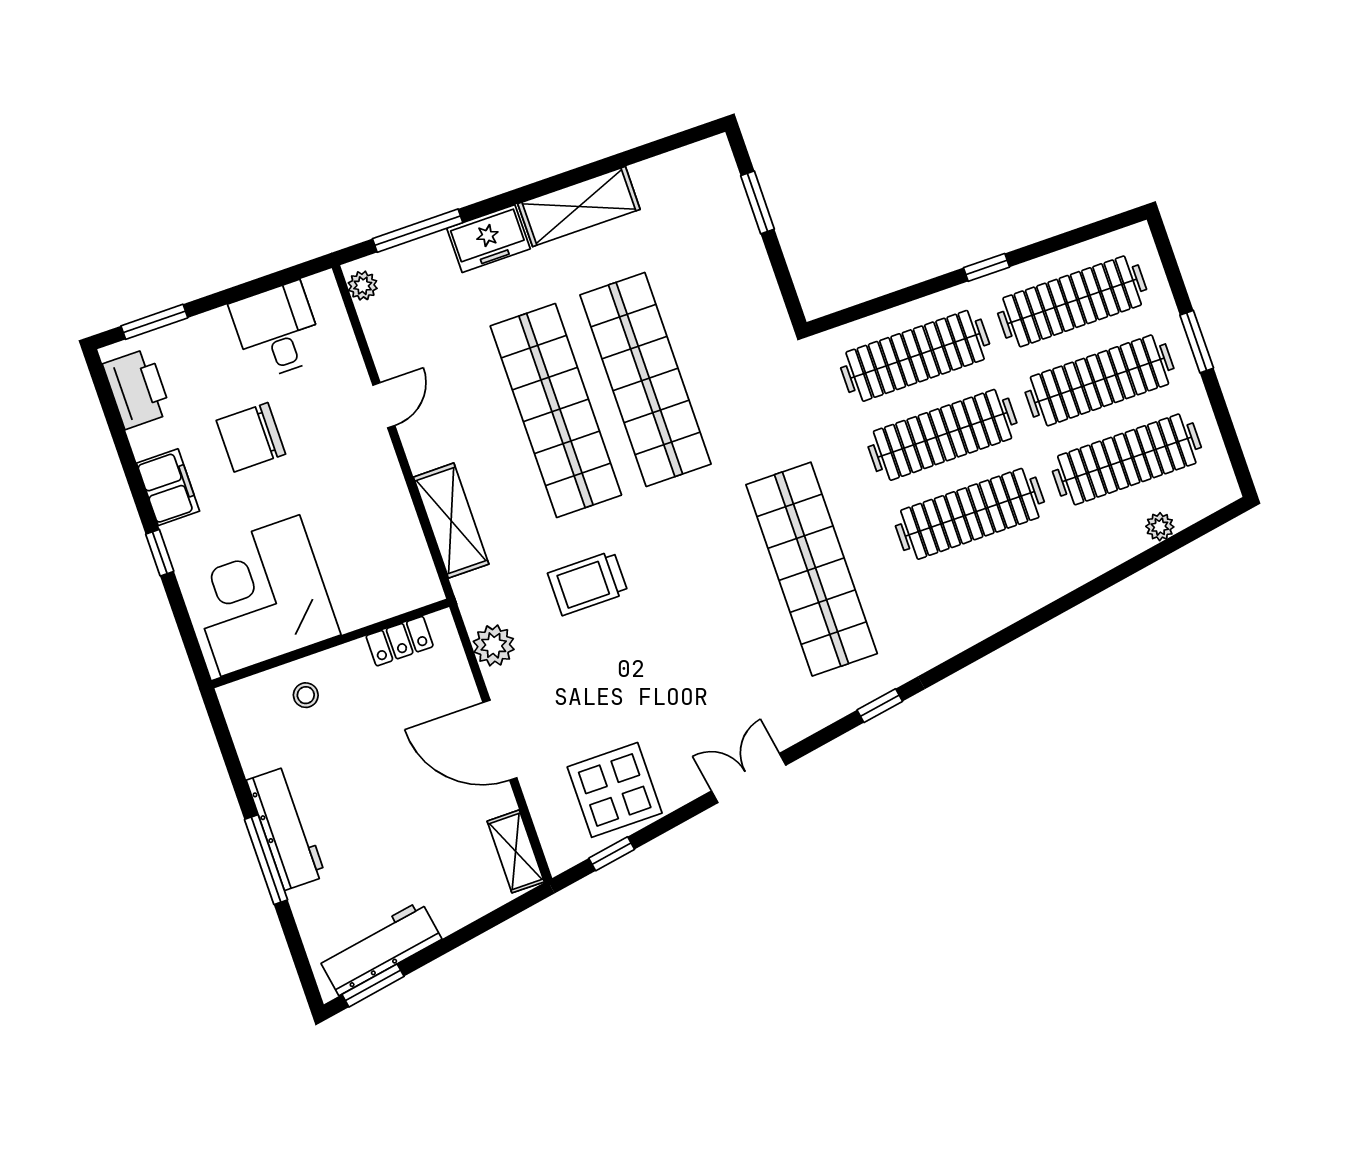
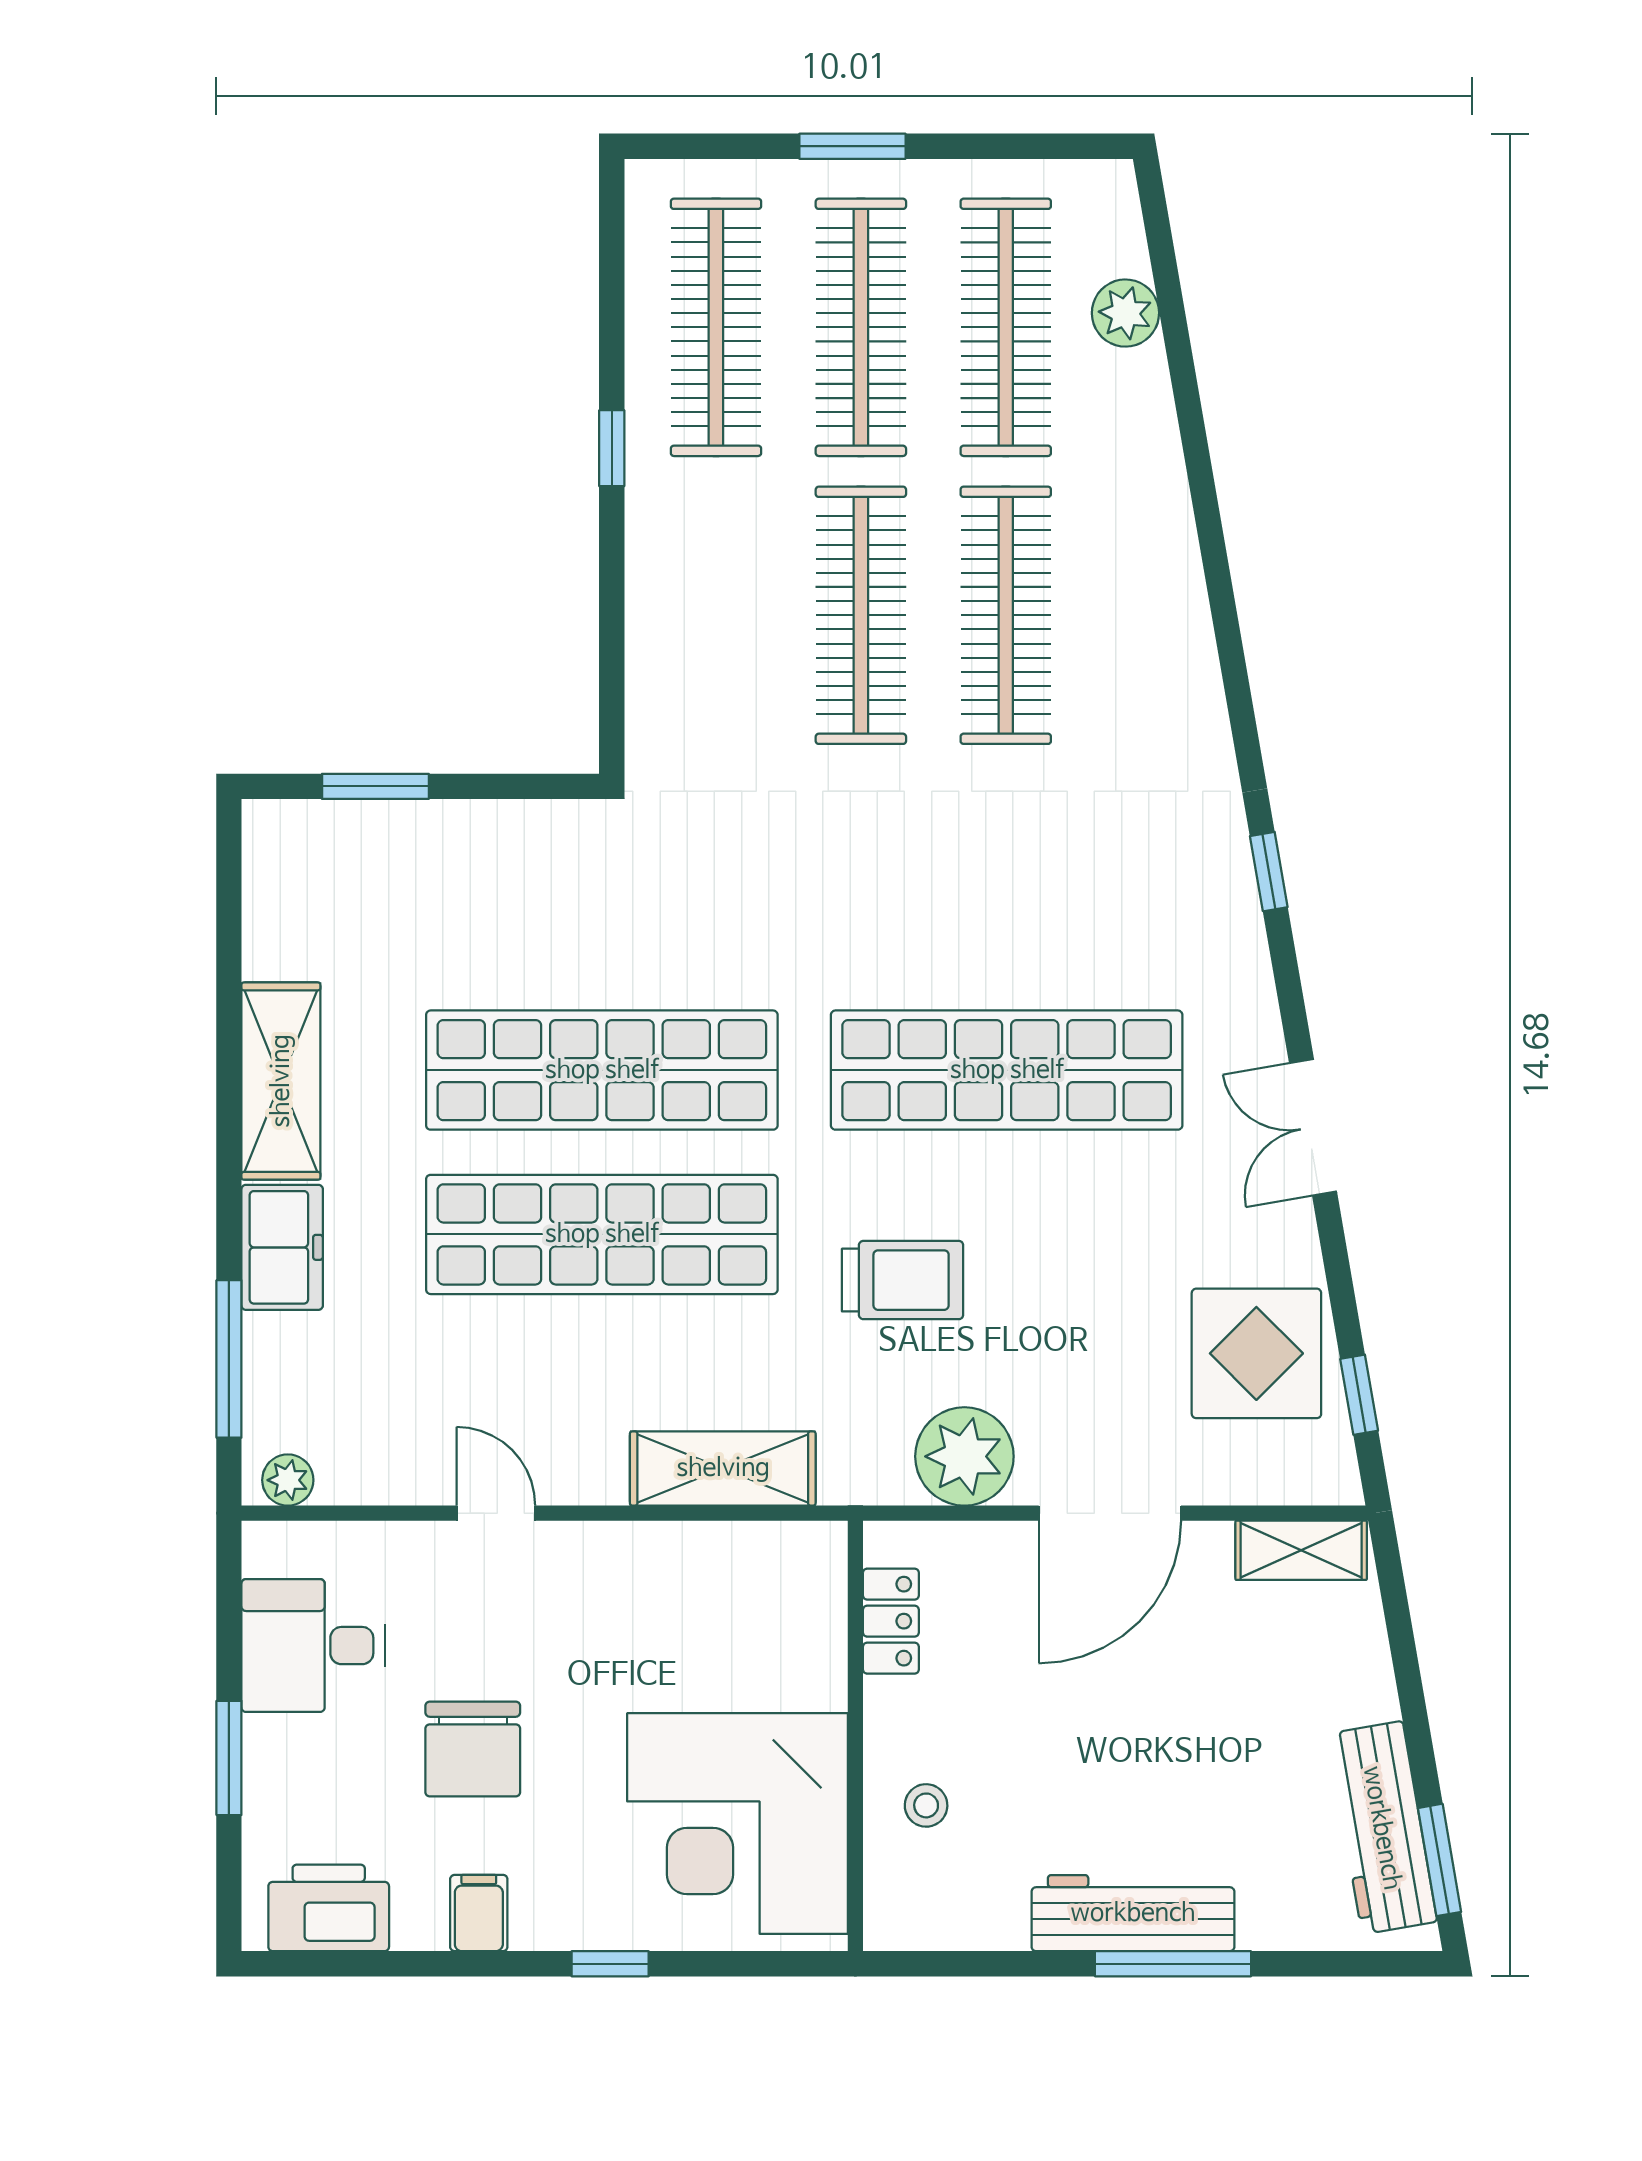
window: (154, 322) -> (229, 1758), moved
clothes rail: (915, 356) -> (716, 615), removed
filing cabinet: (168, 487) -> (479, 1913), width x0.50
plant: (1160, 527) -> (1125, 313), width x1.38, depth x1.38
shop shelf: (812, 569) -> (1007, 1070), moved
trolley: (588, 583) -> (903, 1280), turned -90
plant: (494, 645) -> (964, 1456), width x1.36, depth x1.36

